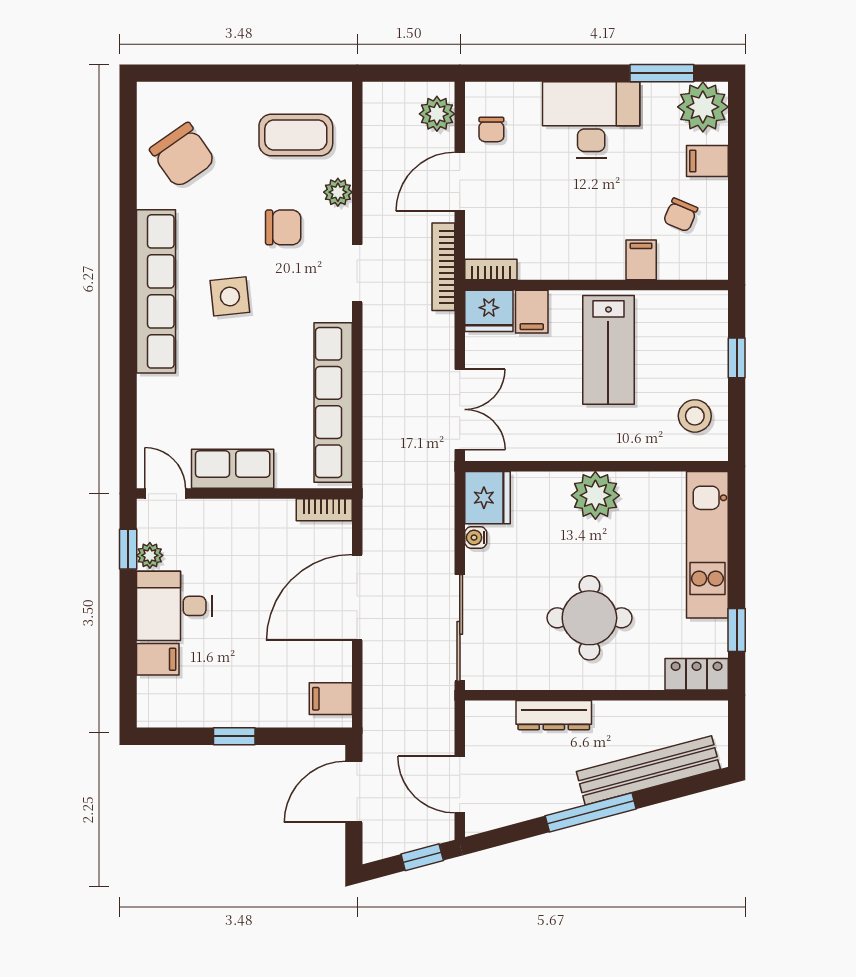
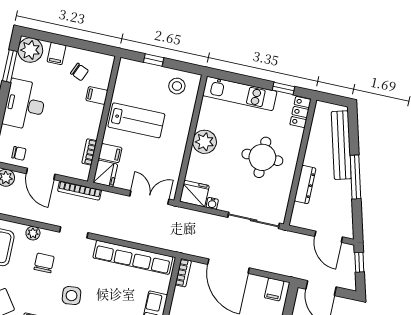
bookcase: (491, 270) -> (89, 152), moved
door: (460, 785) -> (329, 237), hinge flipped

